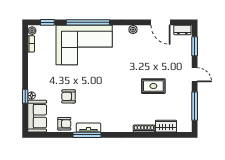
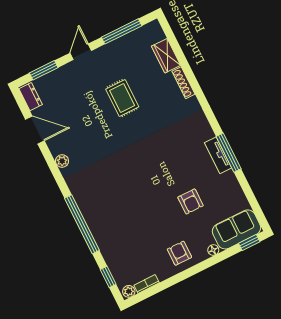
door: (160, 22) -> (35, 130), hinge flipped
corner sofa: (84, 45) -> (114, 215), removed
window: (25, 96) -> (249, 243), moved
armchair: (64, 124) -> (179, 253), moved

